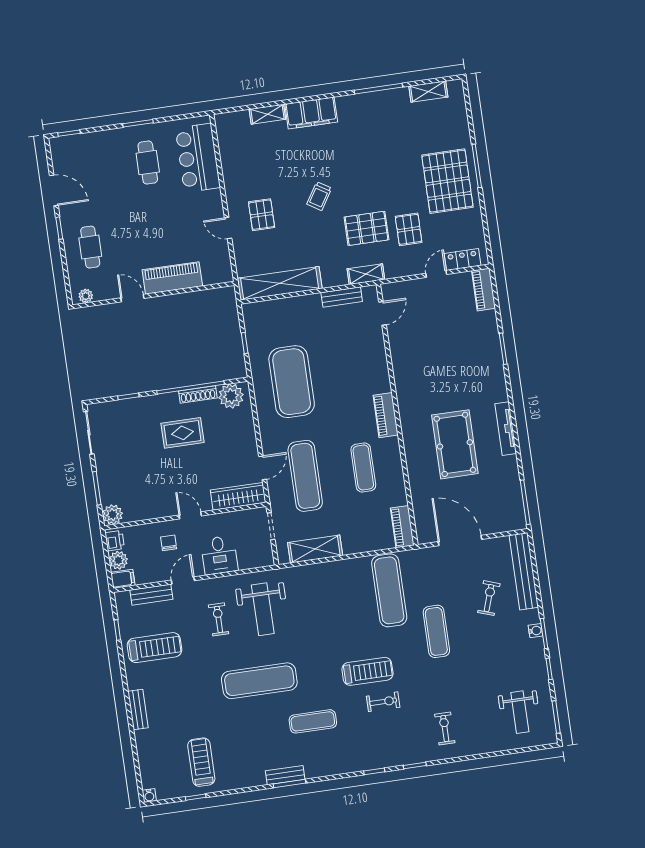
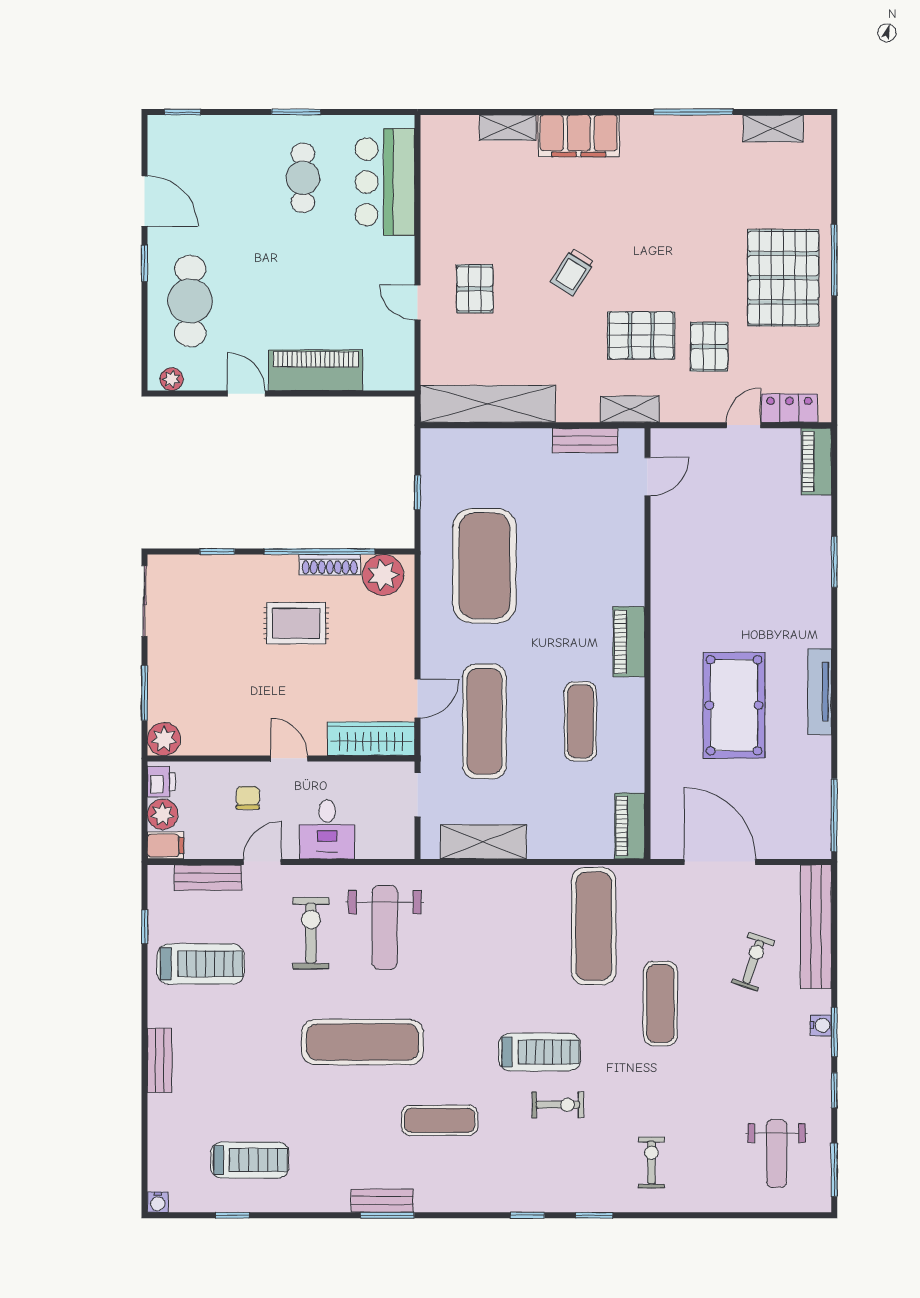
cafe table: (90, 247) -> (190, 301), width x1.37, depth x1.35
exercise bike: (219, 619) -> (311, 933), width x1.38, depth x1.39
treadmill: (201, 762) -> (250, 1160), turned 90

